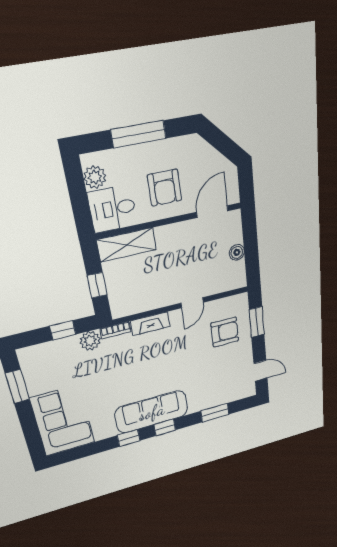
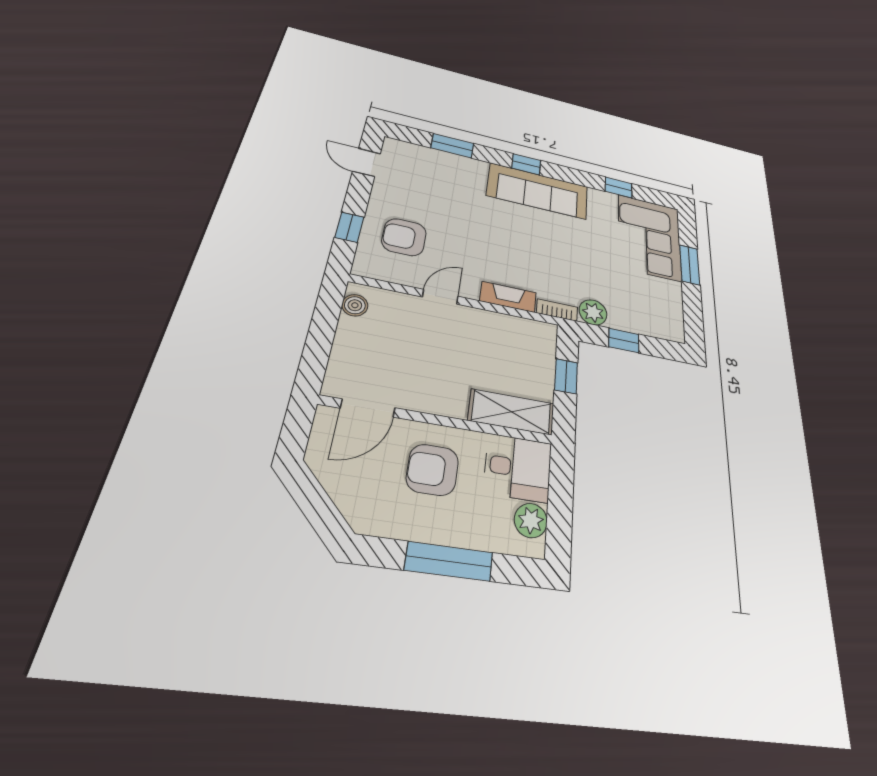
armchair: (165, 188) -> (432, 470), turned -90
boiler: (237, 252) -> (355, 305), moved
window: (257, 322) -> (350, 227), width x0.67
window: (17, 386) -> (690, 265), moved
window: (129, 438) -> (619, 187), moved

